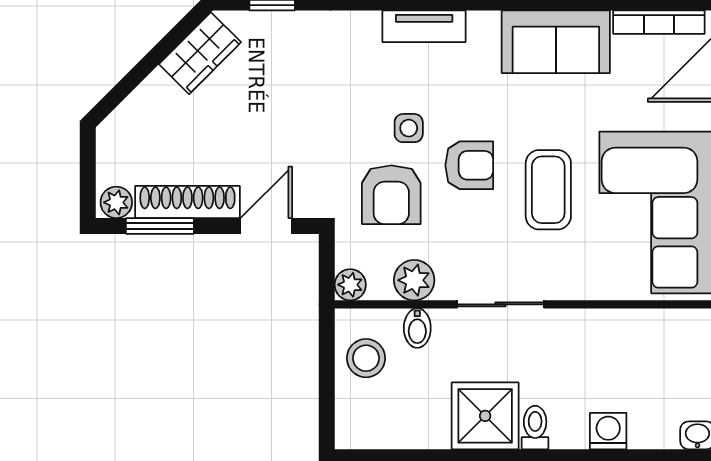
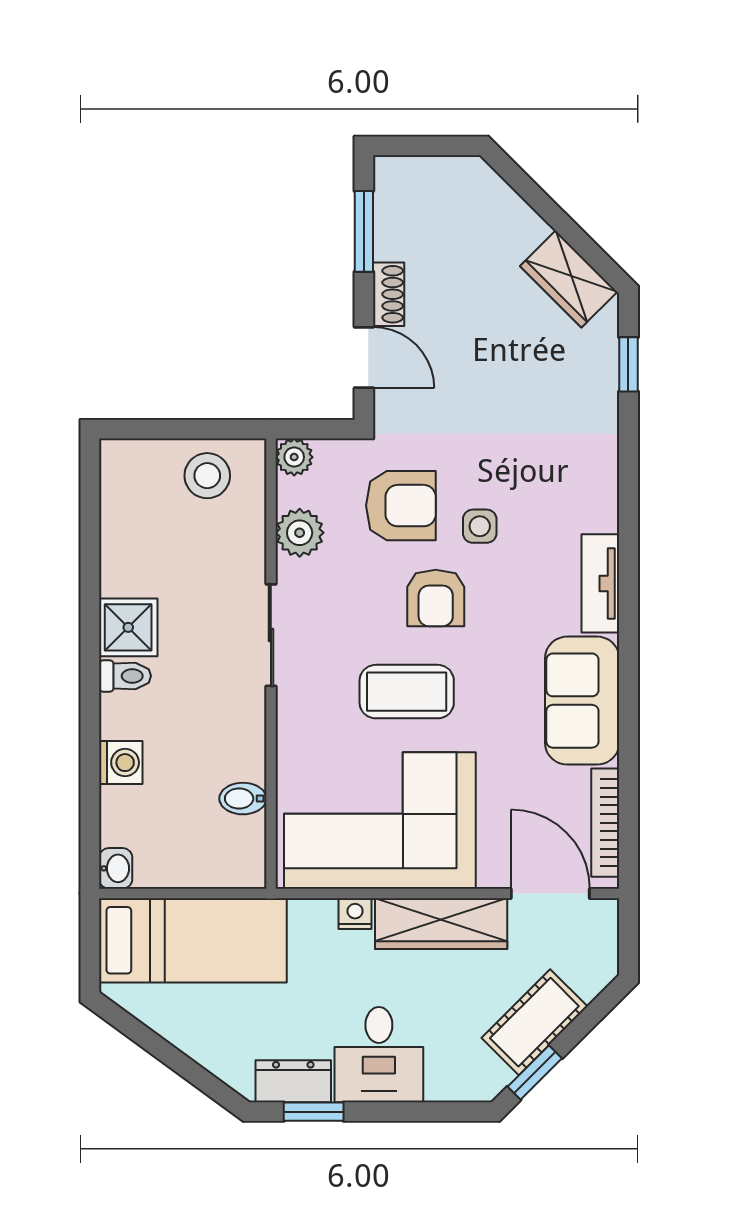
tv unit: (424, 26) -> (600, 583), moved
armchair: (391, 195) -> (401, 506), turned 180
plant: (116, 202) -> (392, 180), removed
shoe rack: (187, 202) -> (389, 294), width x0.51, depth x0.81
bidet: (417, 328) -> (243, 799), moved
shower: (485, 416) -> (128, 627), width x0.73, depth x0.73

